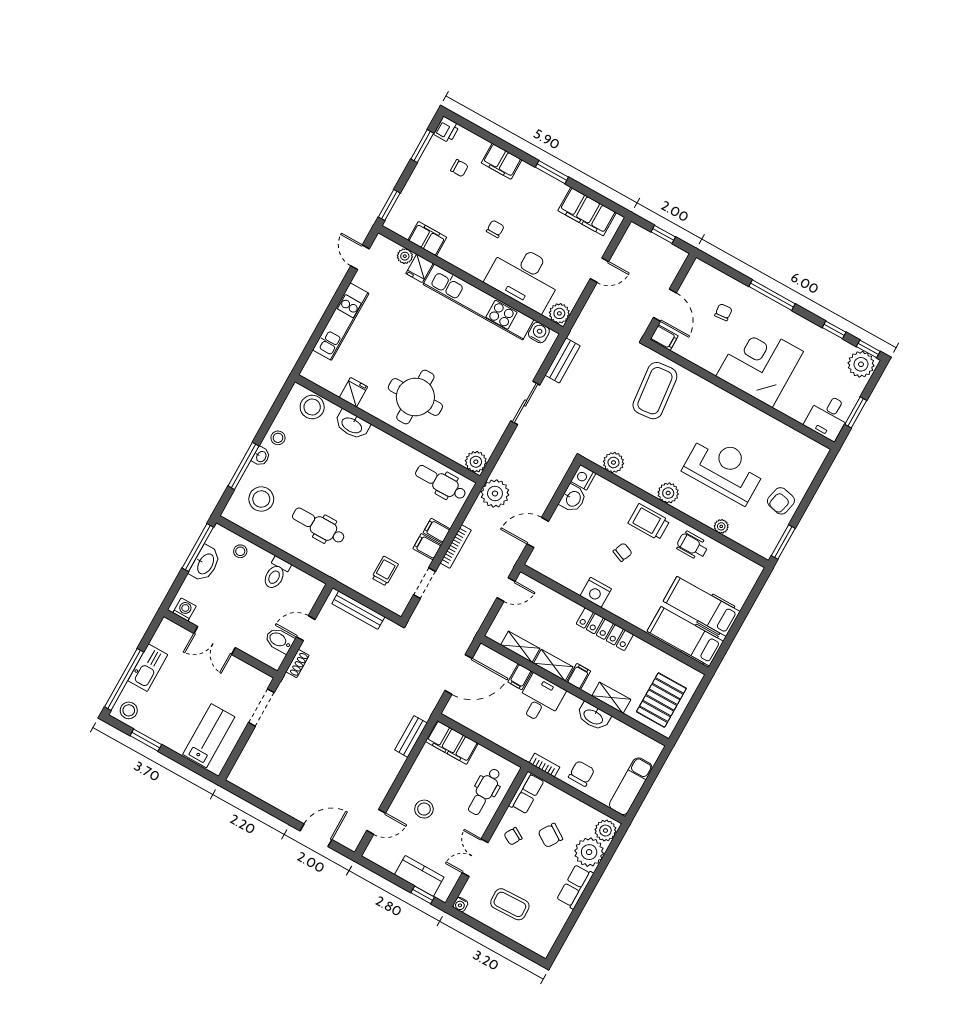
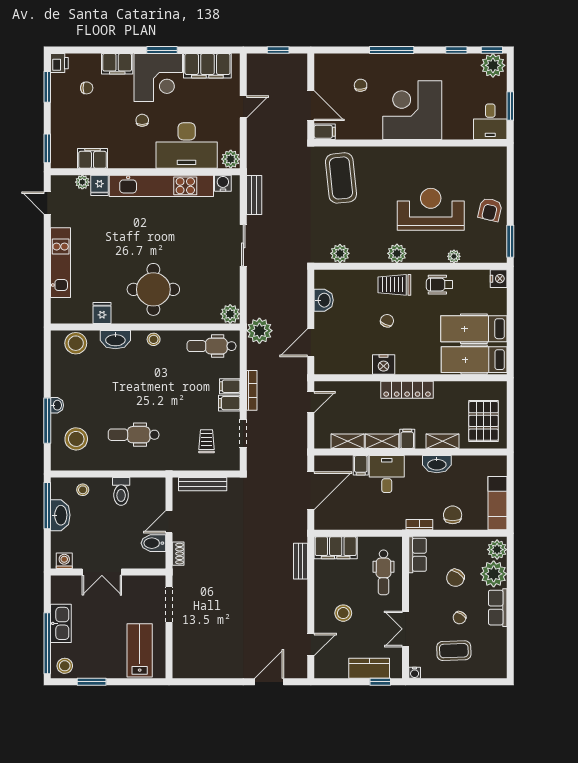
corner desk: (534, 197) -> (158, 78), added
stool: (278, 438) -> (154, 339), moved
nightstand: (583, 477) -> (499, 279), moved, turned 180
chair: (513, 836) -> (460, 618), moved

